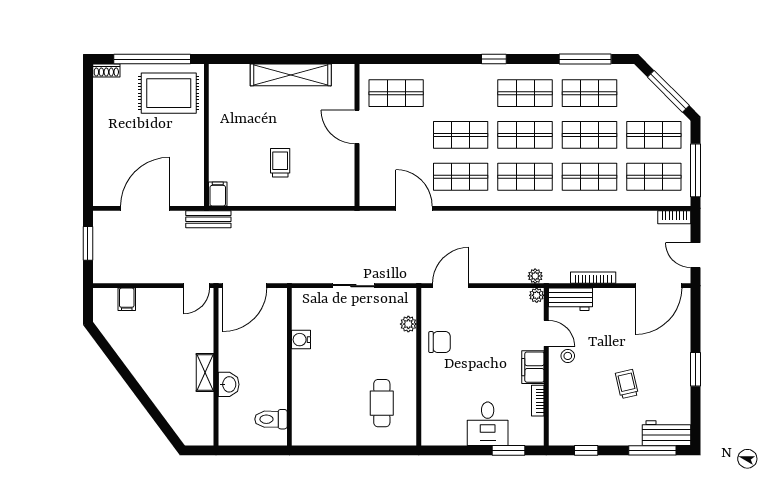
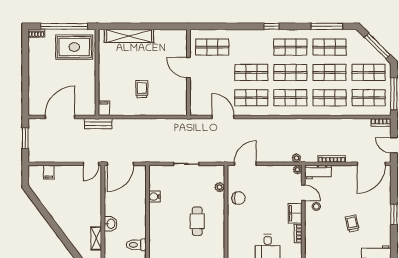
shelving: (291, 75) -> (129, 36), moved
shelving: (205, 373) -> (96, 238), moved
cafe table: (382, 403) -> (197, 221), moved

